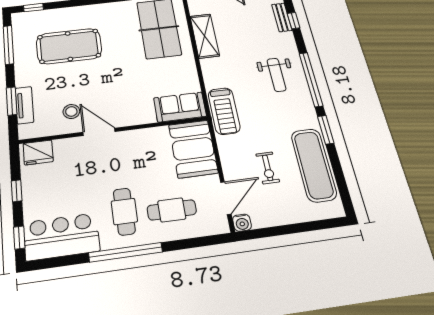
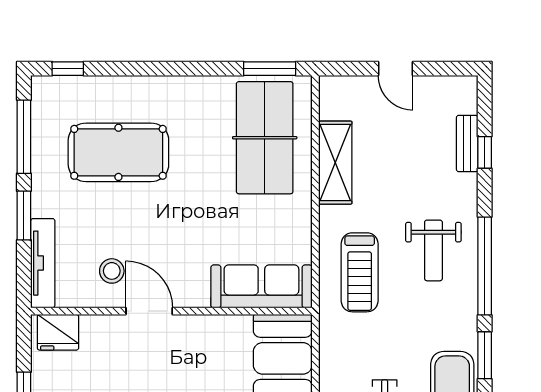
window: (12, 101) -> (24, 216), moved
tv unit: (24, 105) -> (43, 263), width x1.41
sofa: (180, 107) -> (261, 286), width x1.36
treadmill: (224, 111) -> (360, 272), moved

